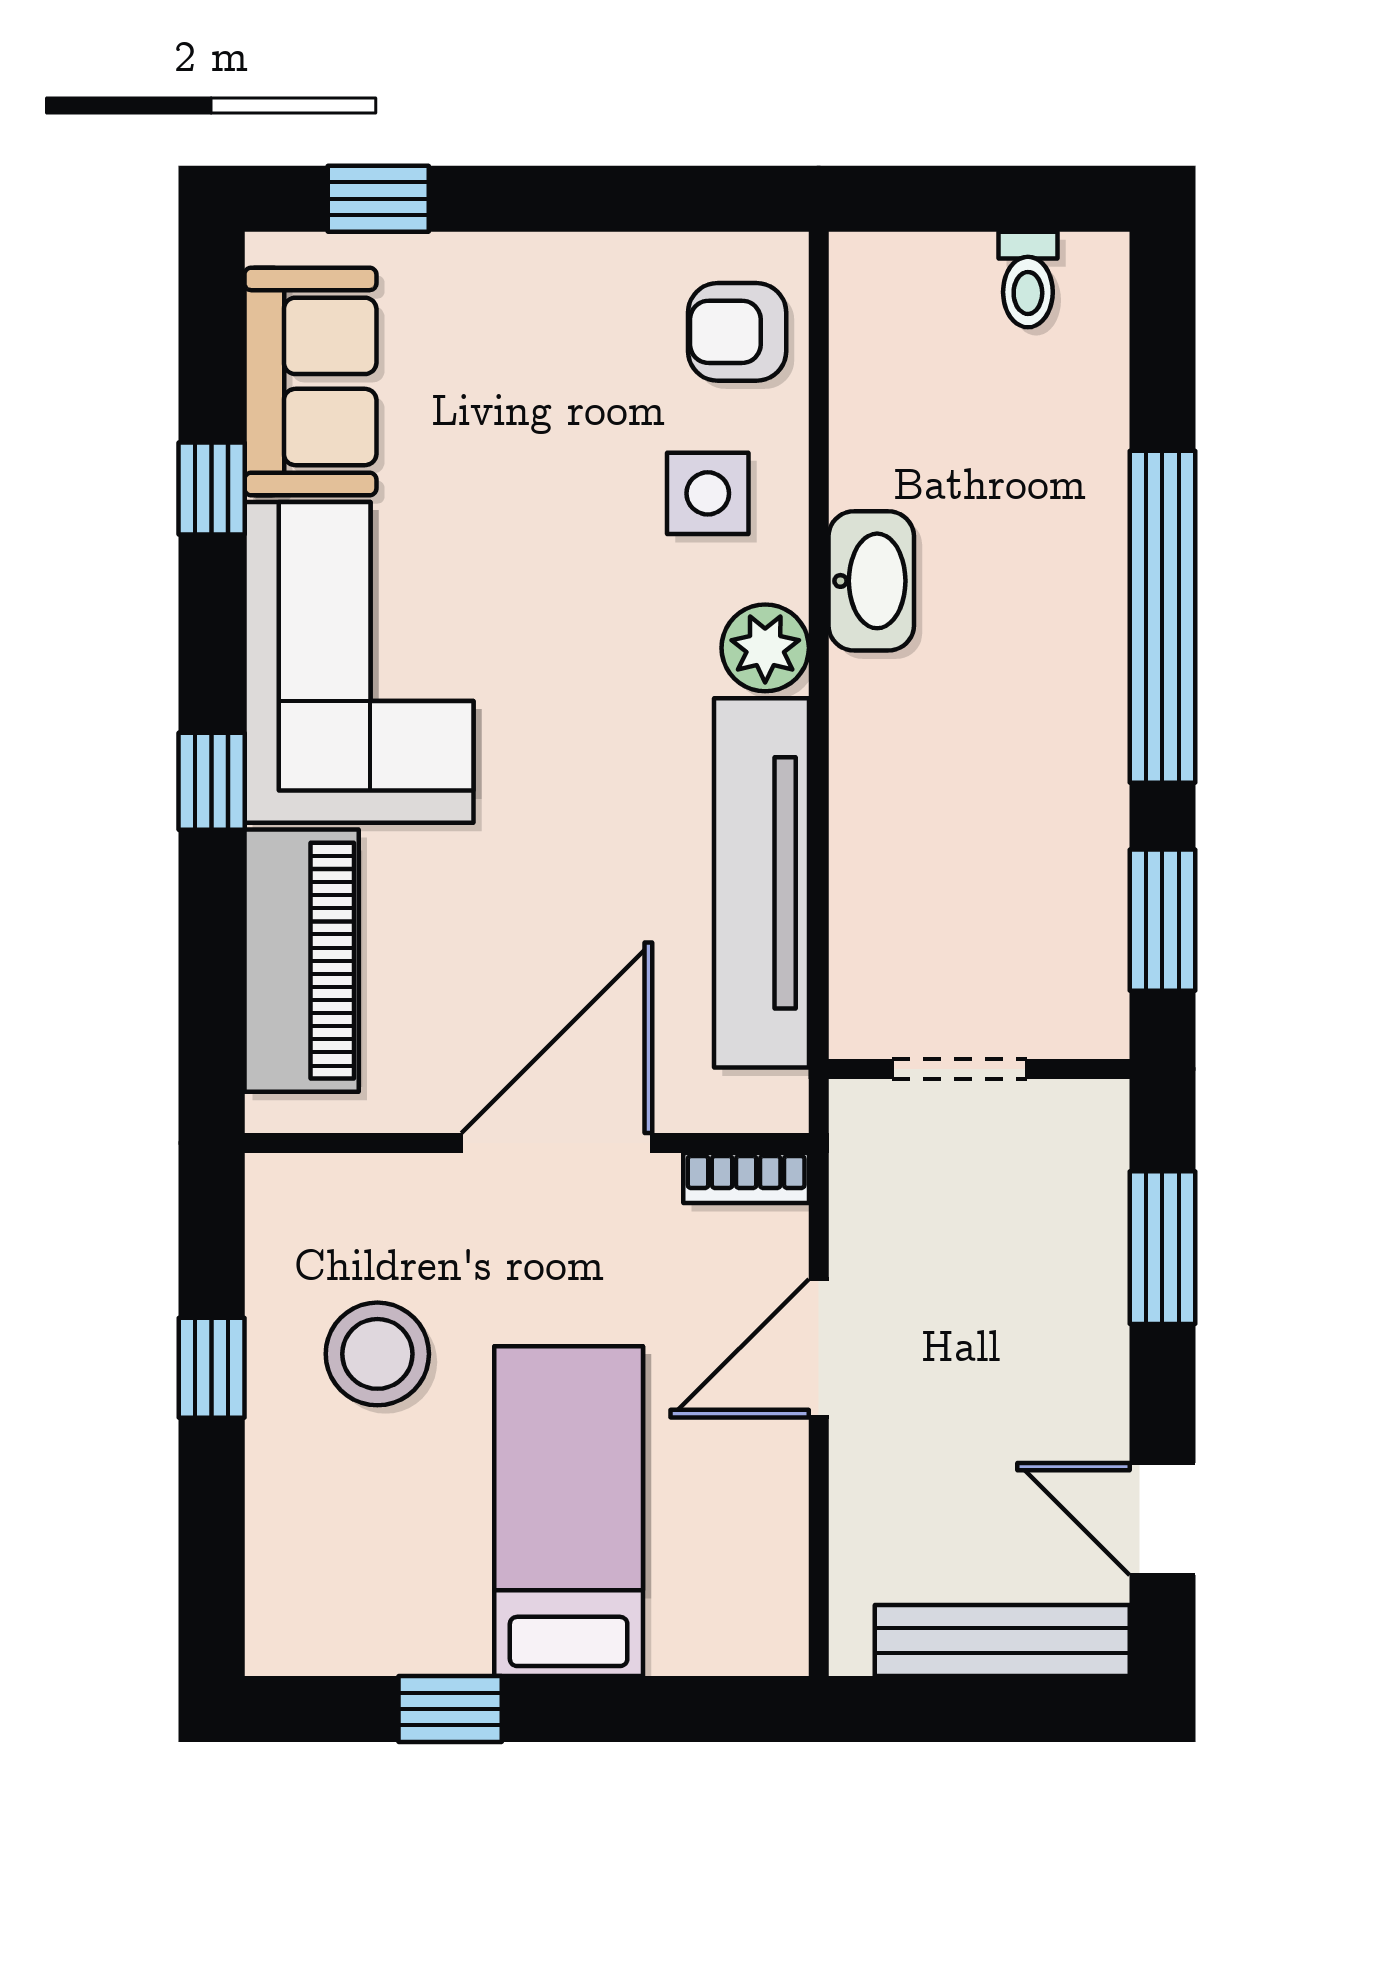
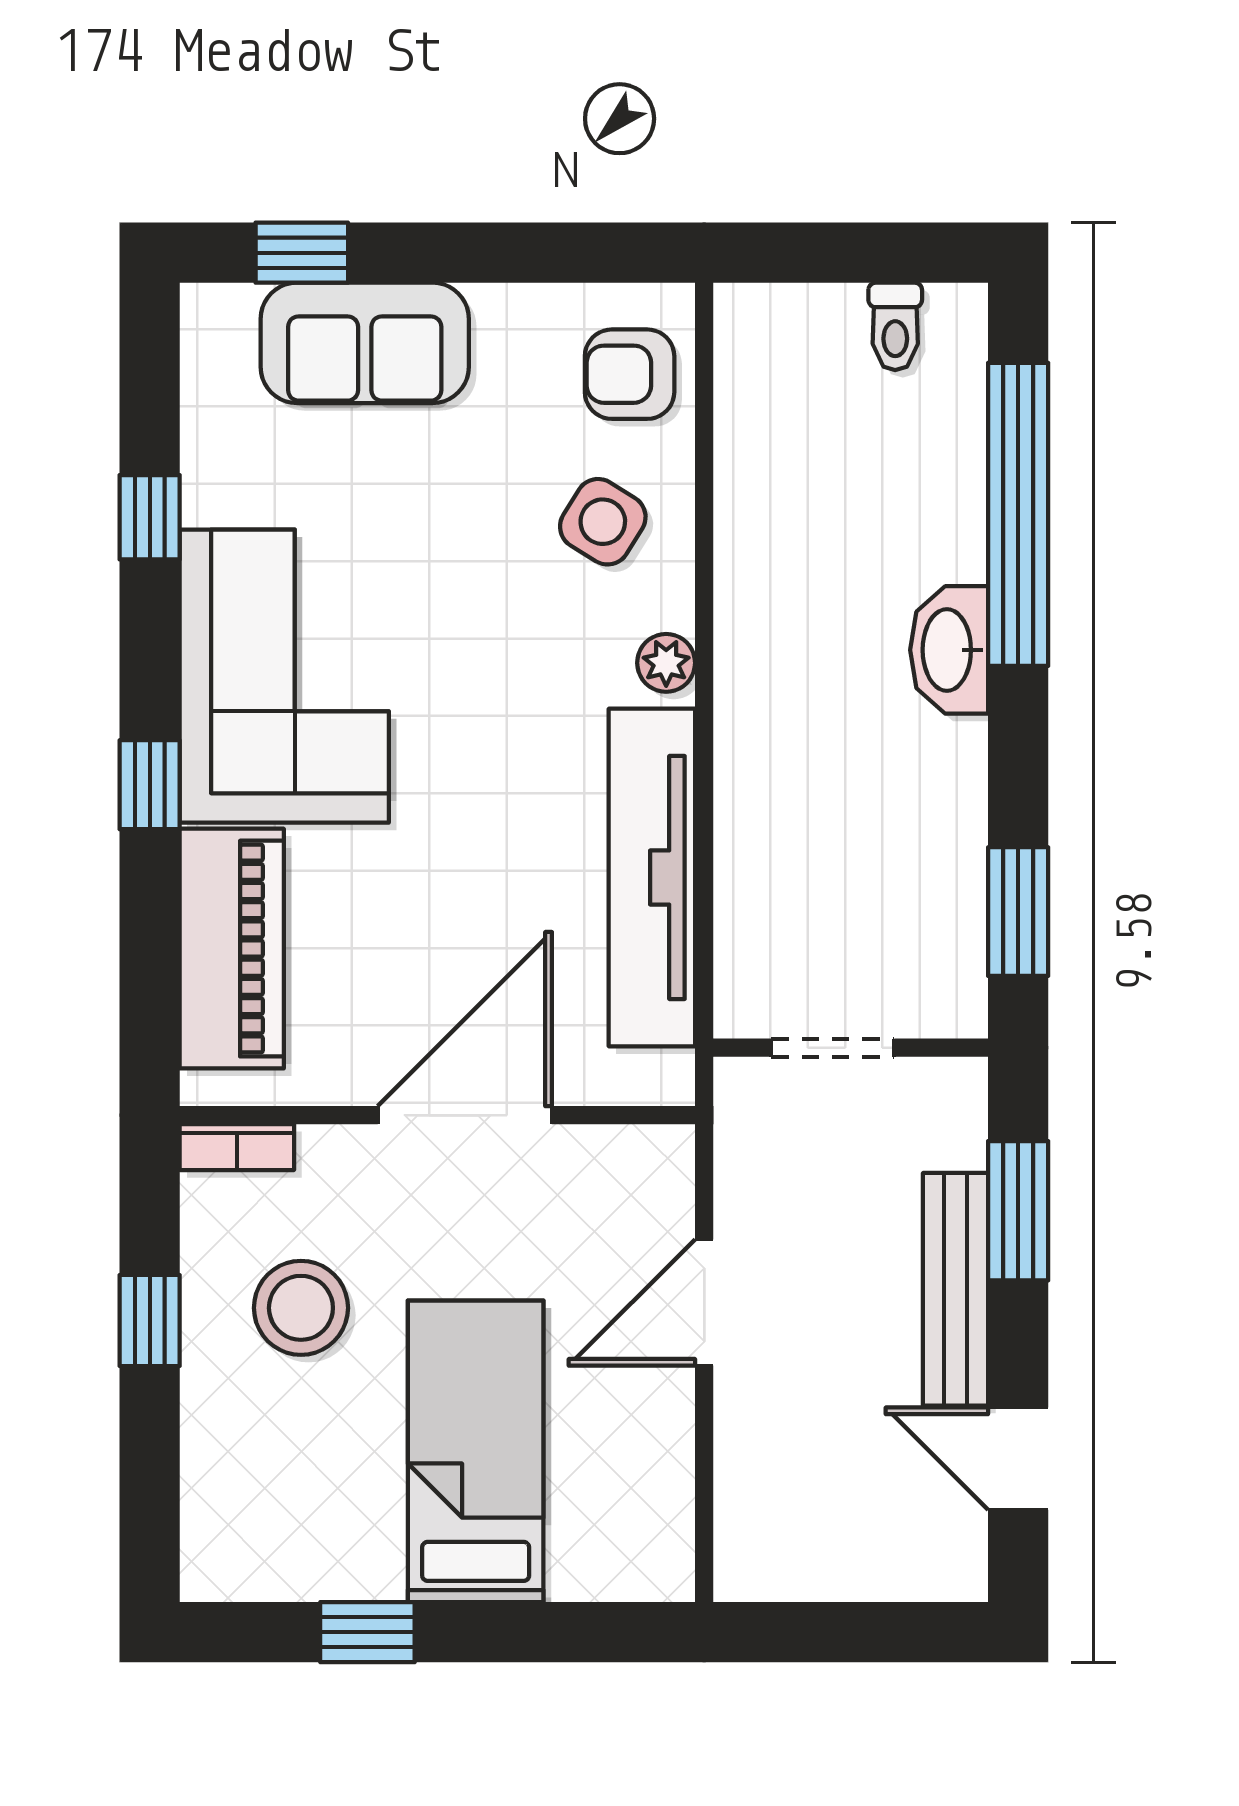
sofa: (310, 381) -> (365, 343), moved, turned 90
side table: (708, 493) -> (603, 522), turned 32
washbasin: (871, 581) -> (949, 650), moved, turned 180
window: (1162, 617) -> (1018, 514), moved
plant: (765, 648) -> (666, 663), width x0.73, depth x0.73
bookcase: (746, 1178) -> (237, 1147), moved
bench: (1002, 1640) -> (956, 1289), moved, turned 90

